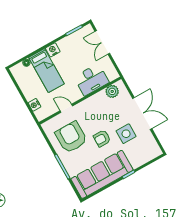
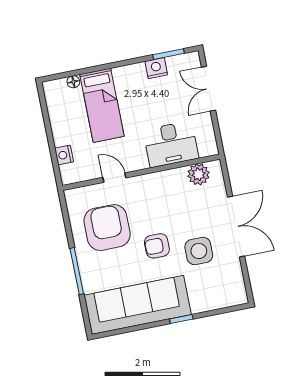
nightstand: (53, 50) -> (156, 68), moved

